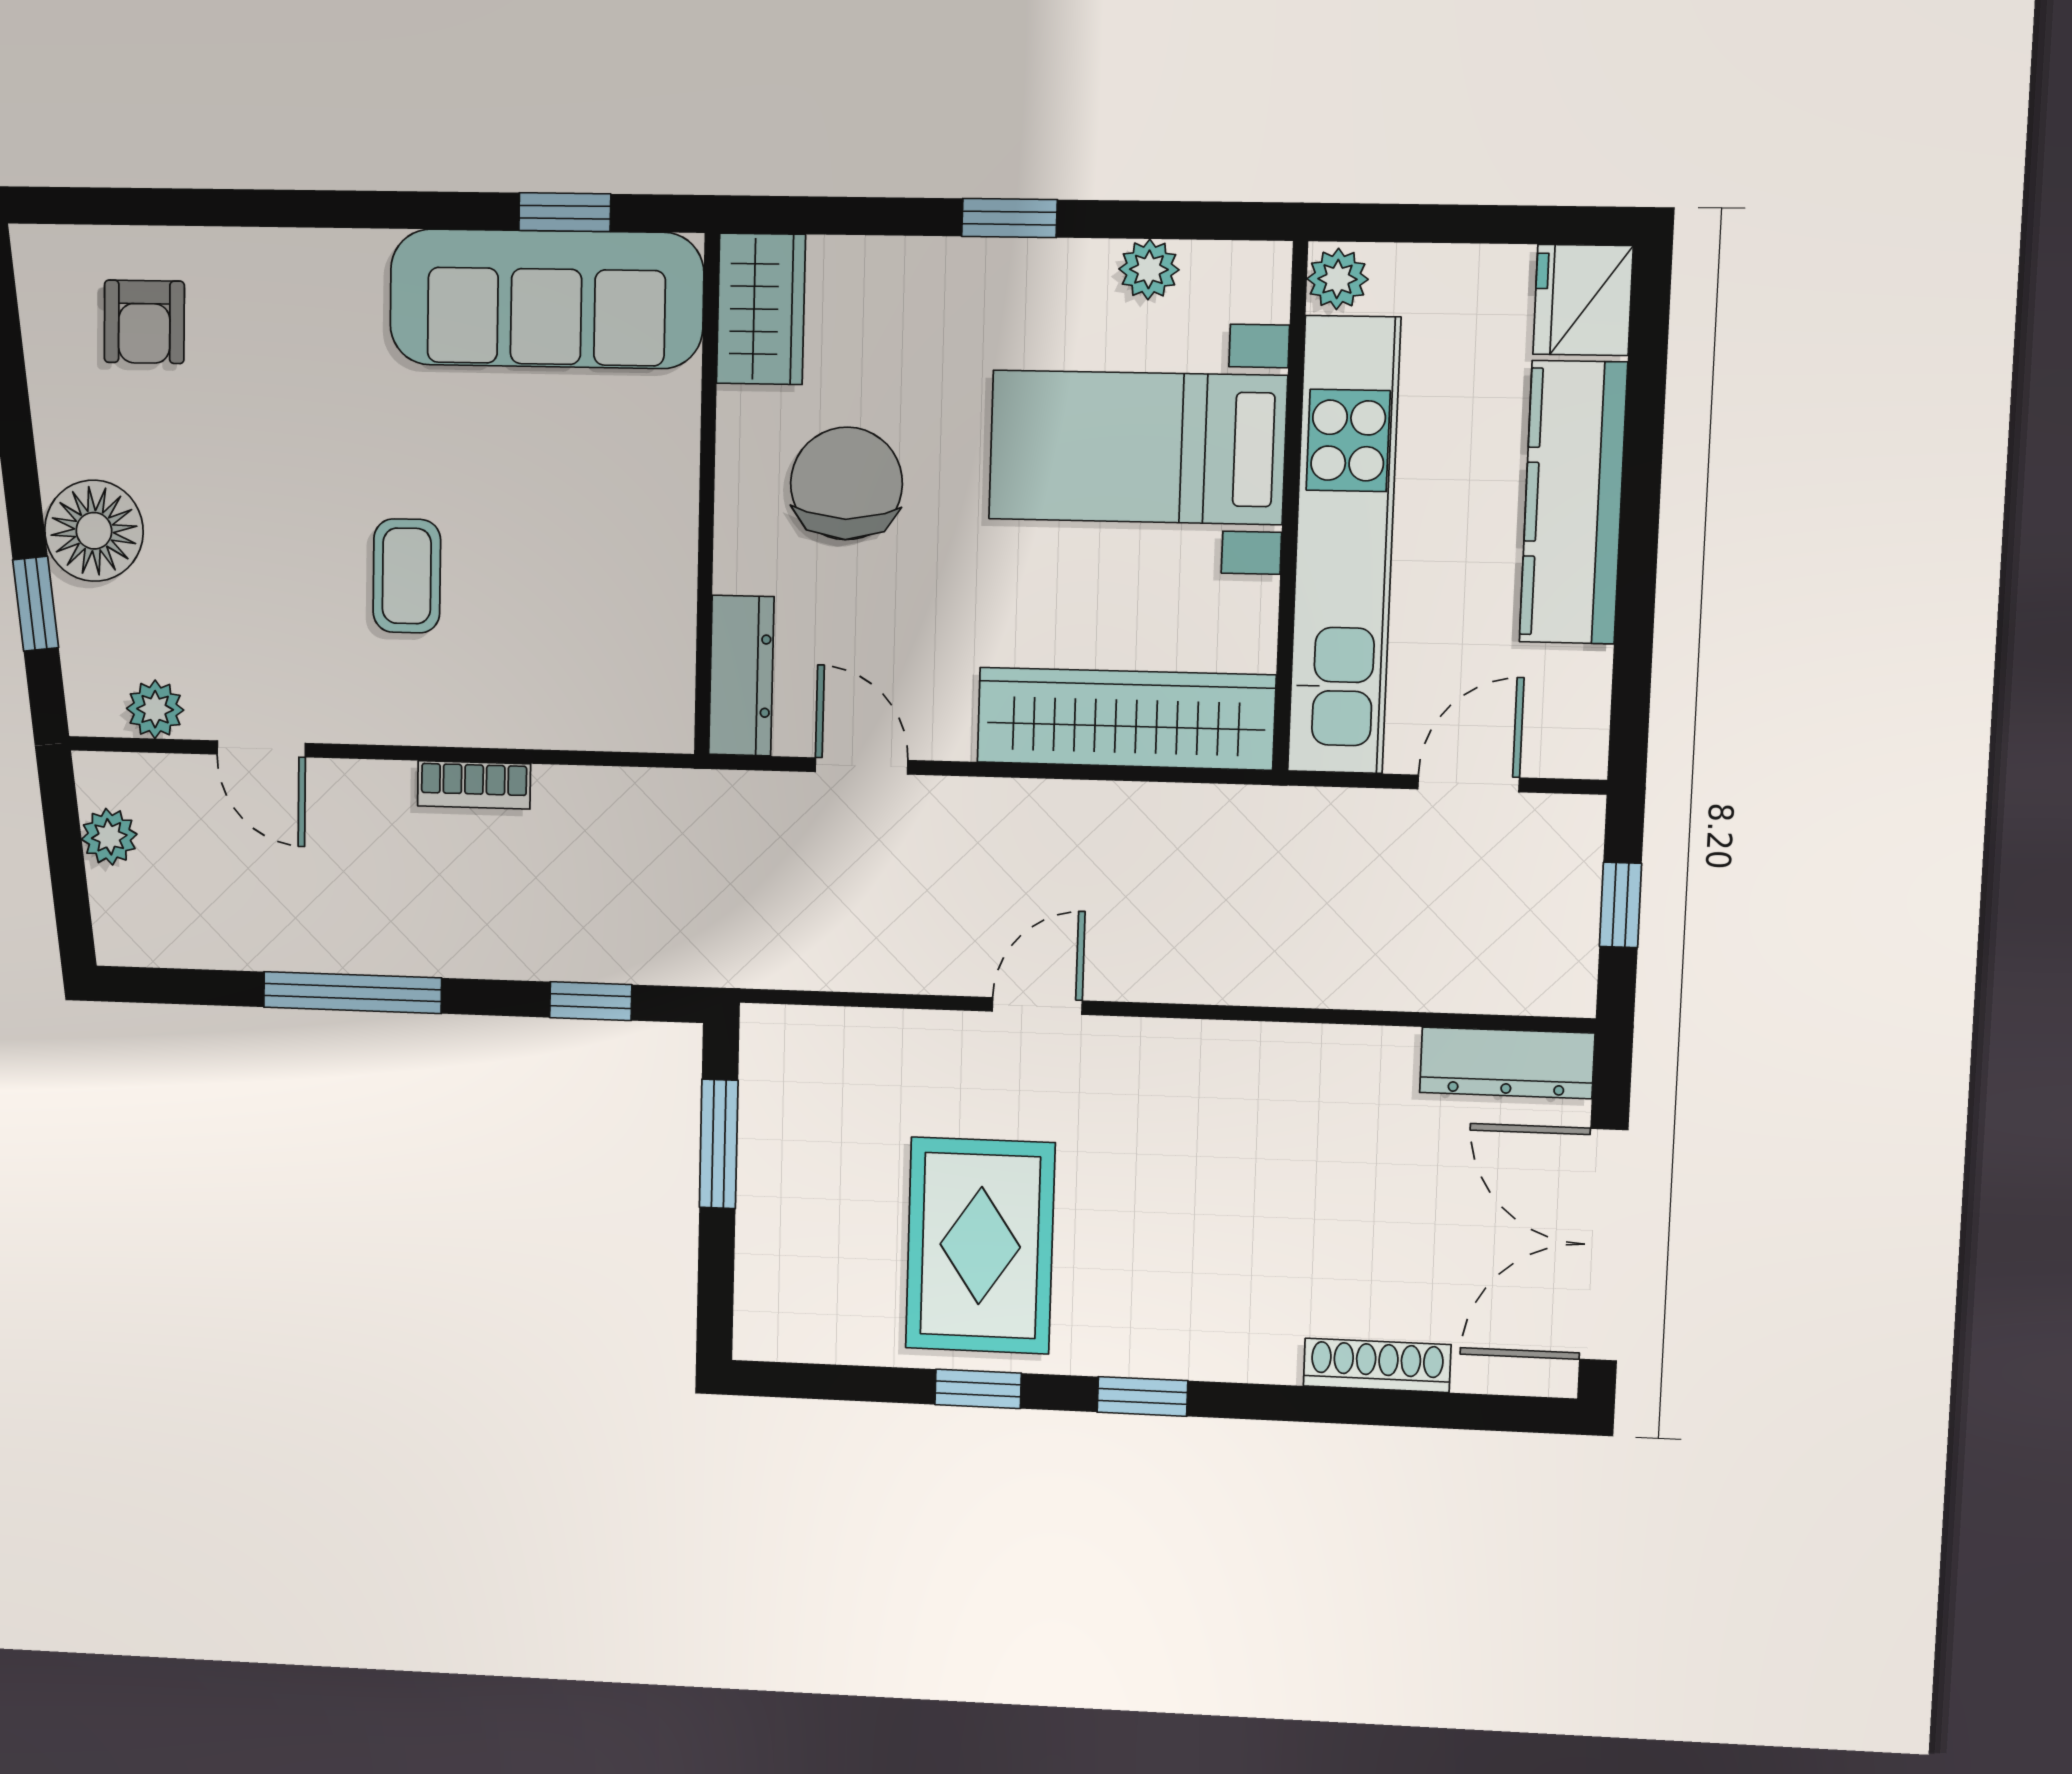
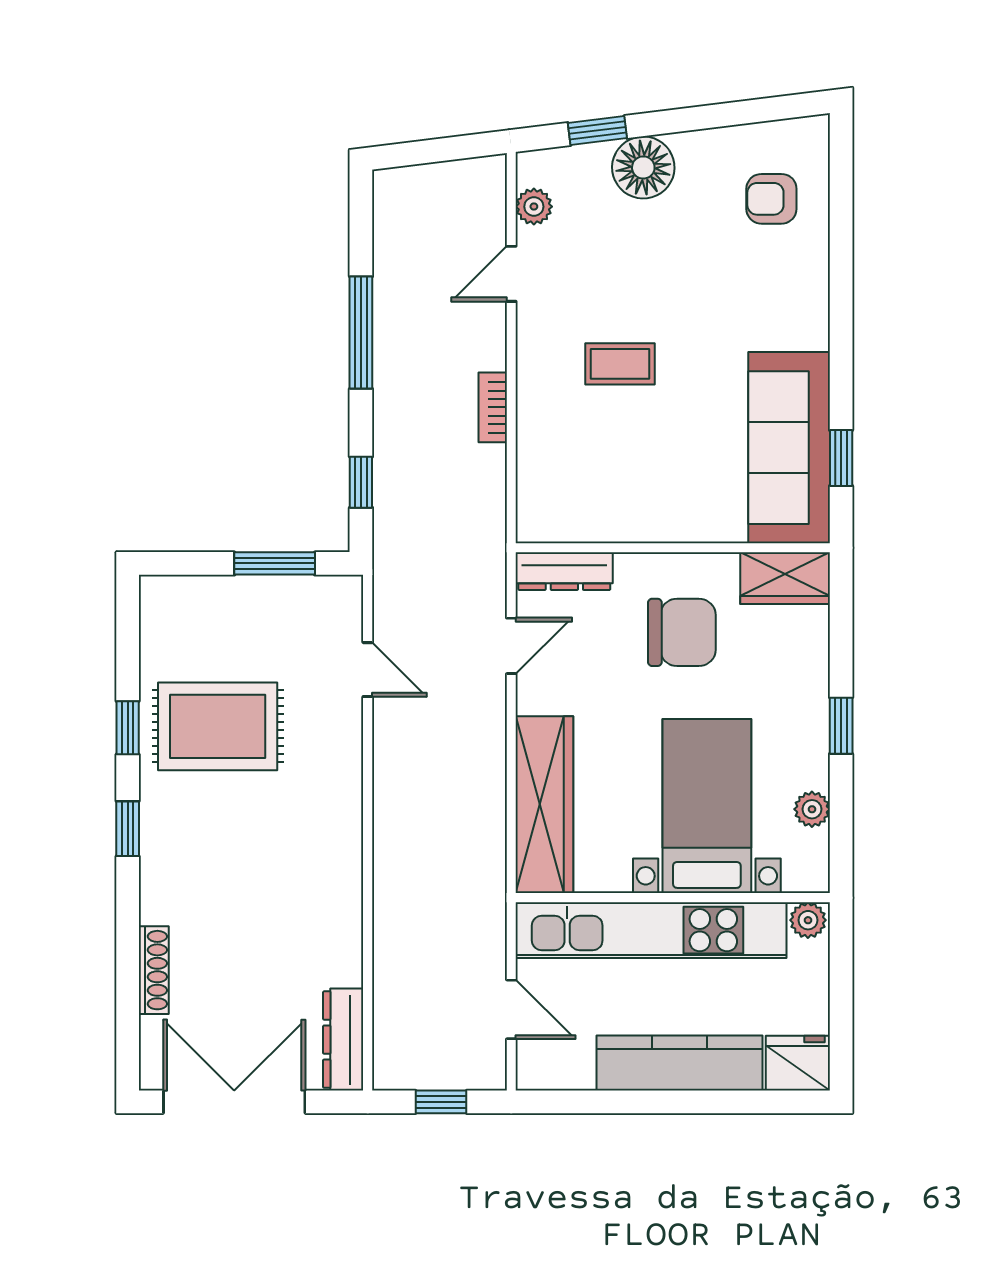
plant: (109, 837) -> (454, 178), removed
door: (1037, 1006) -> (368, 670), moved

